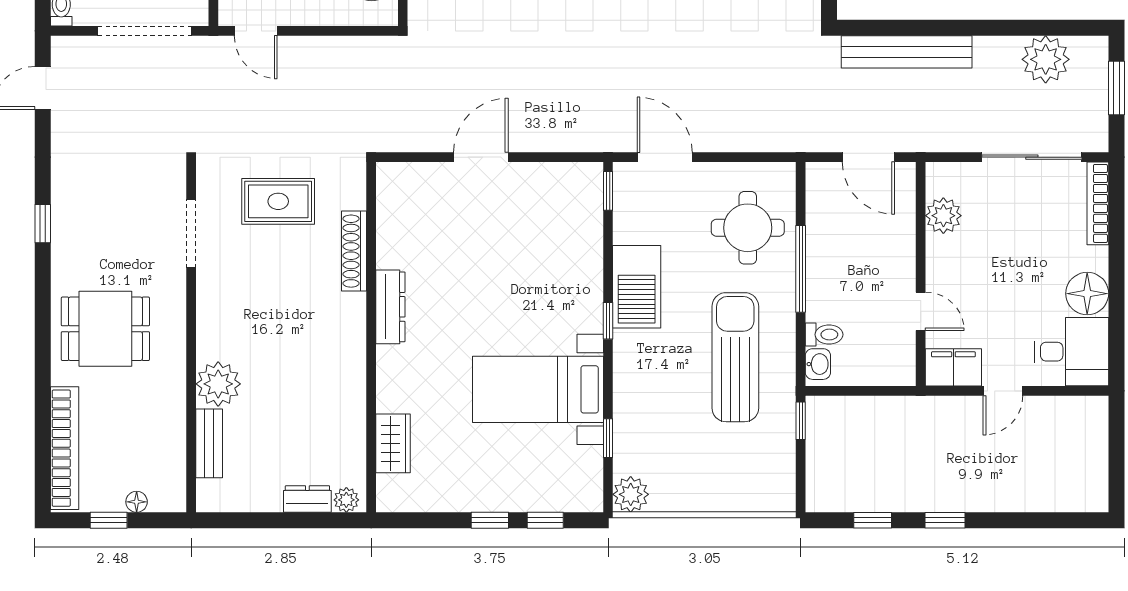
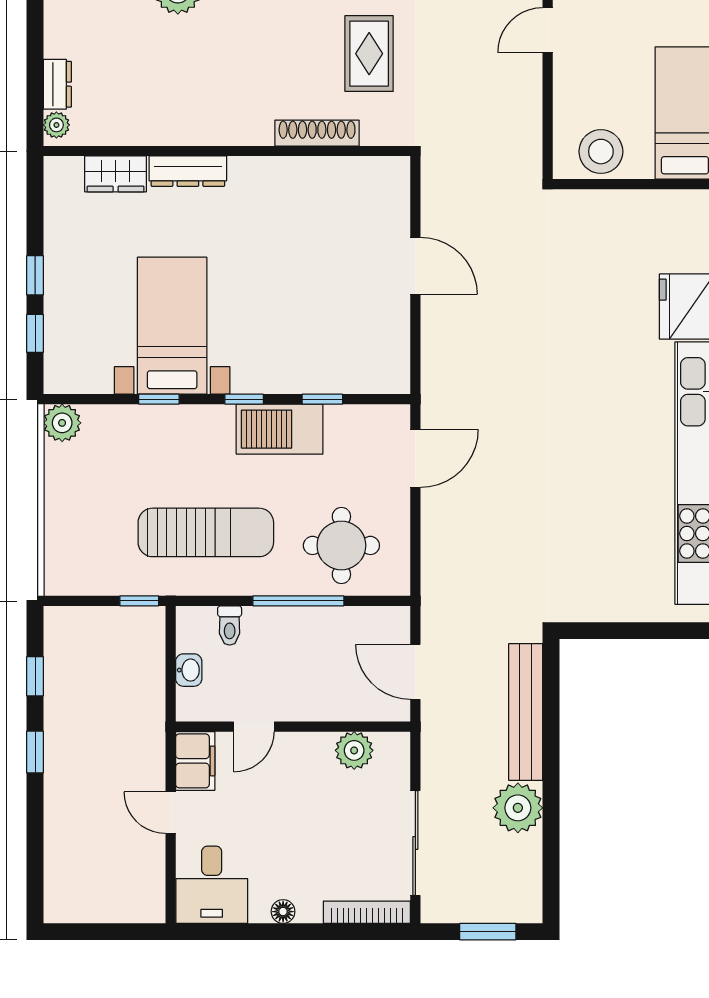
plant: (1046, 59) -> (518, 808), moved
door: (868, 157) -> (415, 672), hinge flipped
window: (608, 191) -> (322, 399), moved
floor lamp: (1087, 294) -> (283, 912), width x0.53, depth x0.53
dresser: (390, 307) -> (188, 171), moved
washbasin: (818, 364) -> (189, 670), moved, turned -90
window: (608, 438) -> (159, 399), moved

